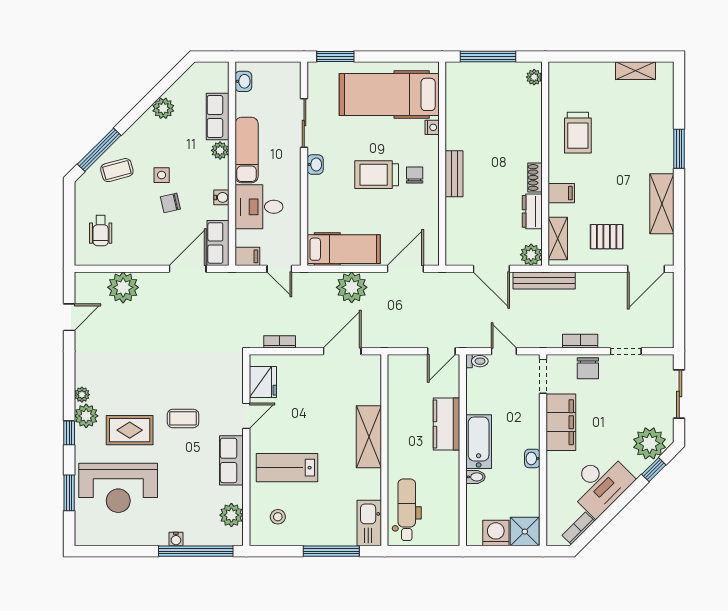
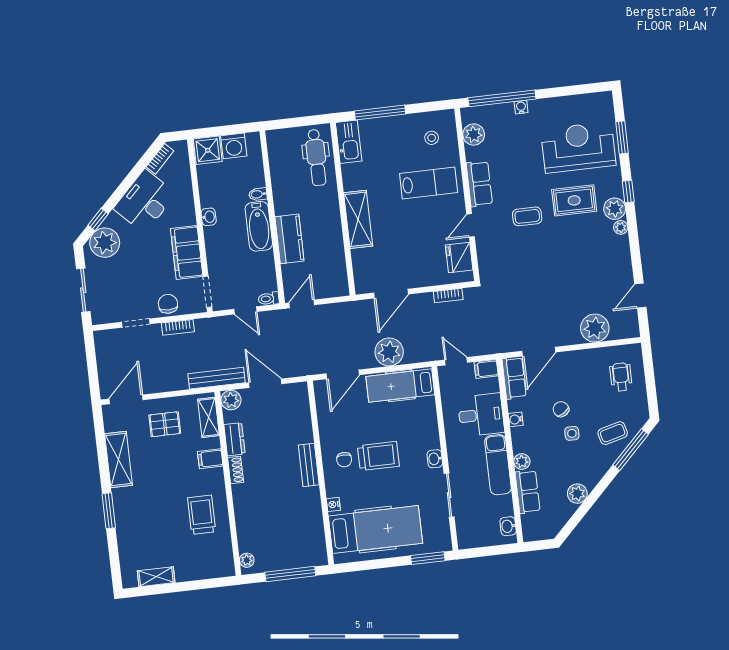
chair: (170, 203) -> (561, 409), turned -110

